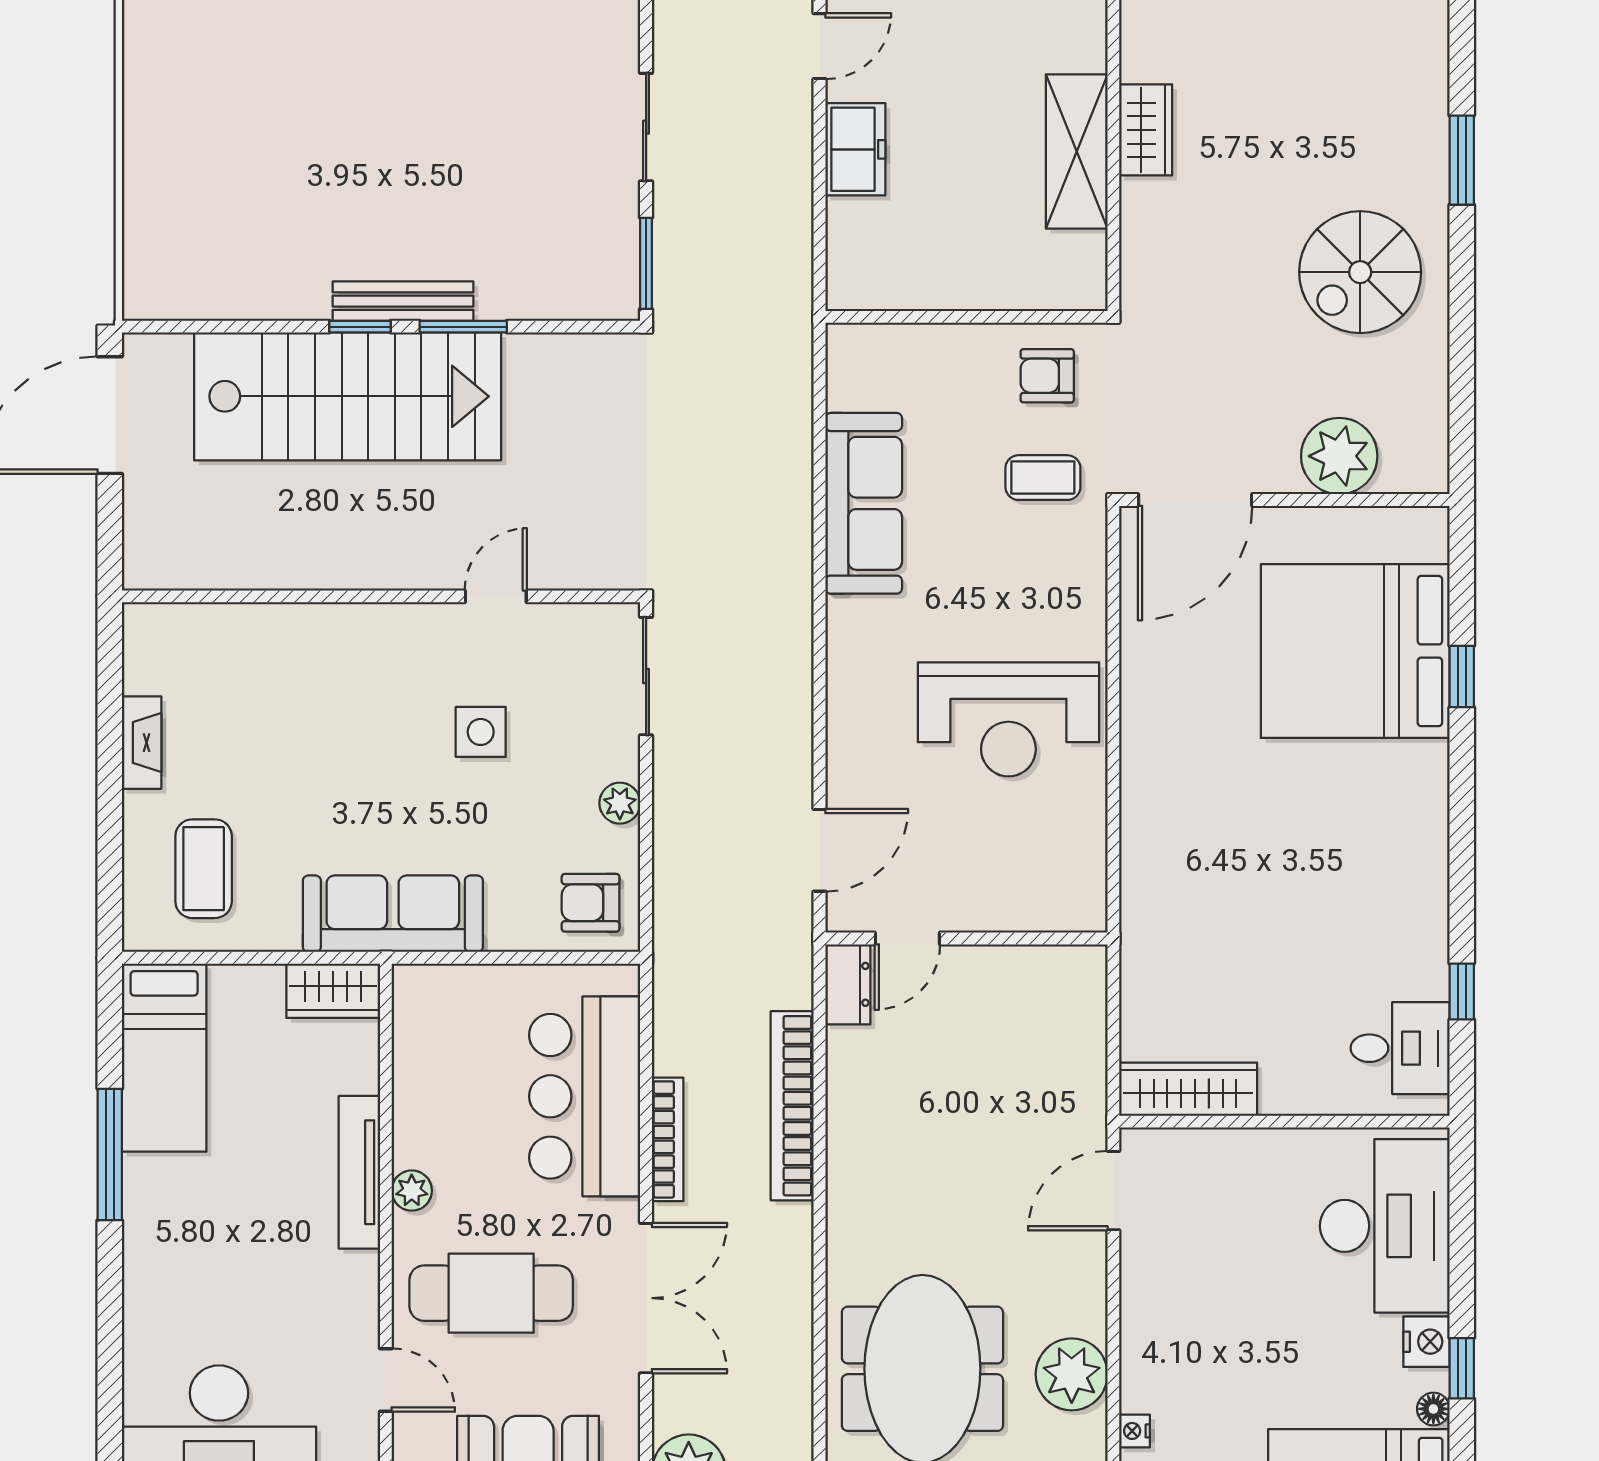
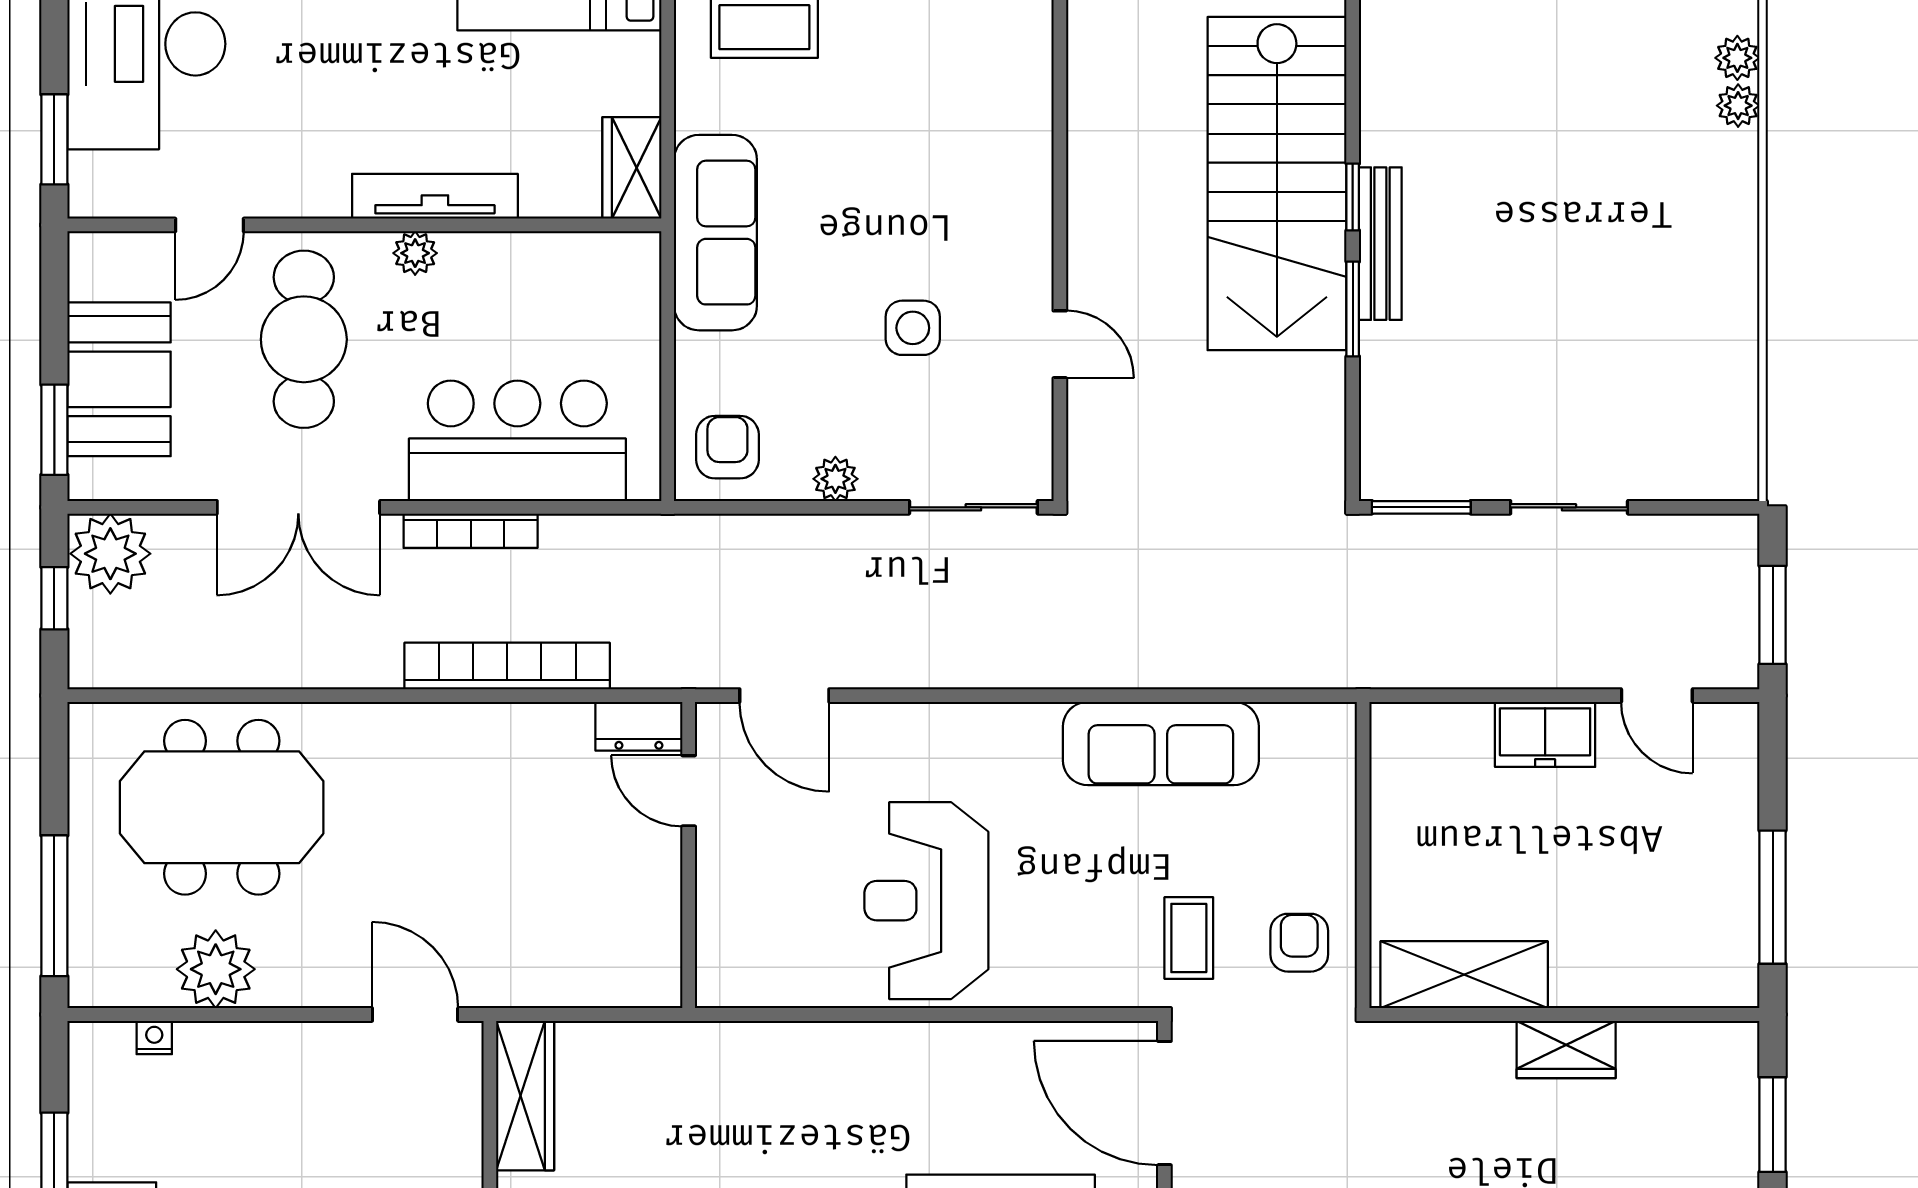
shelving: (1077, 151) -> (1464, 975), moved

